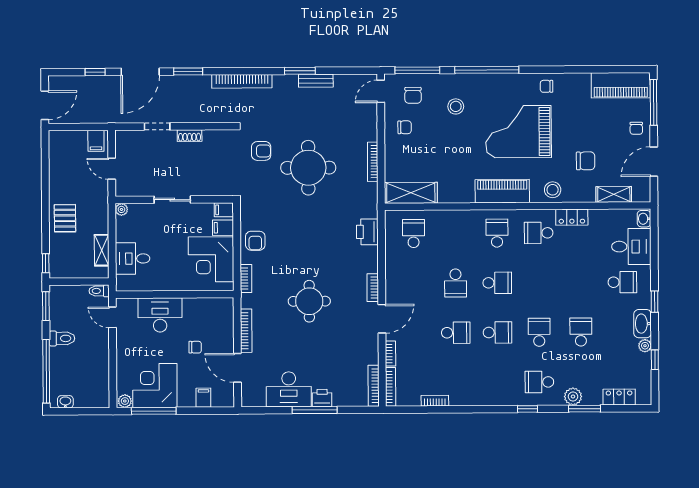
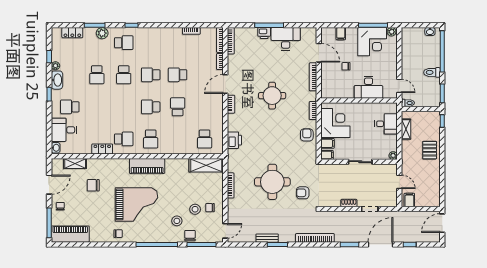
chair: (413, 95) -> (190, 236), moved
stool: (553, 190) -> (195, 209), moved

